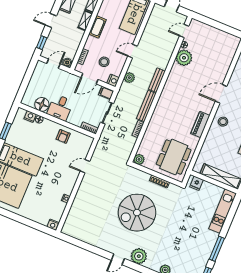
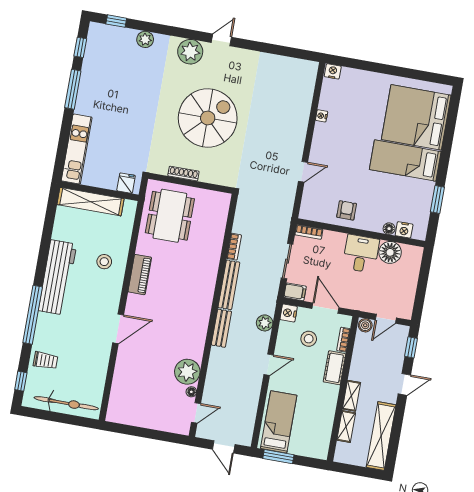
cot: (98, 27) -> (334, 368), moved
door: (90, 79) -> (325, 308), hinge flipped
stool: (223, 122) -> (104, 262), moved
plant: (139, 159) -> (222, 200), removed

